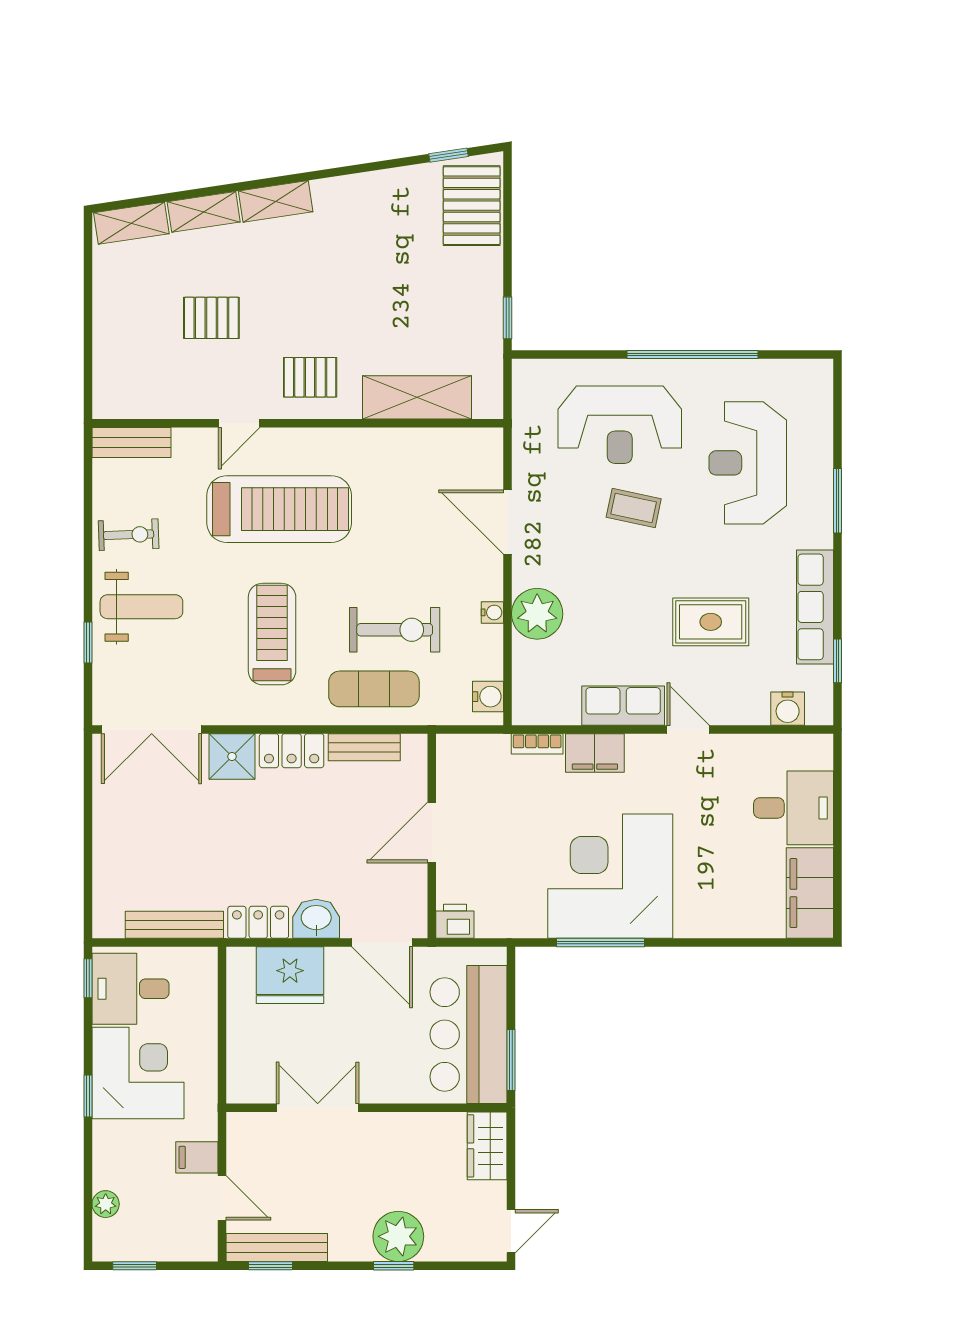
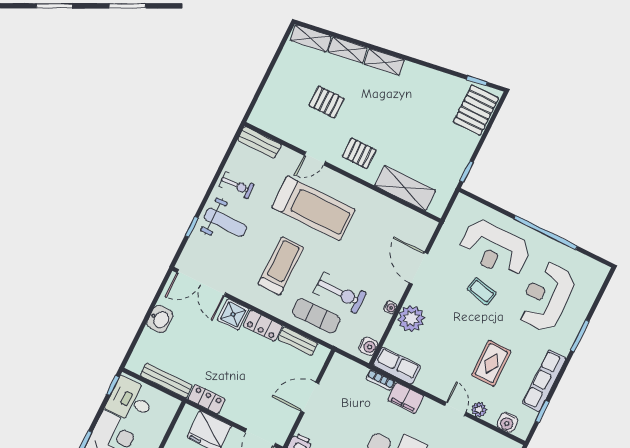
rug: (711, 622) -> (491, 363), turned 90
row of seats: (623, 706) -> (397, 366), moved
plant: (729, 711) -> (479, 410), added
washbasin: (316, 919) -> (160, 319), moved, turned 90

